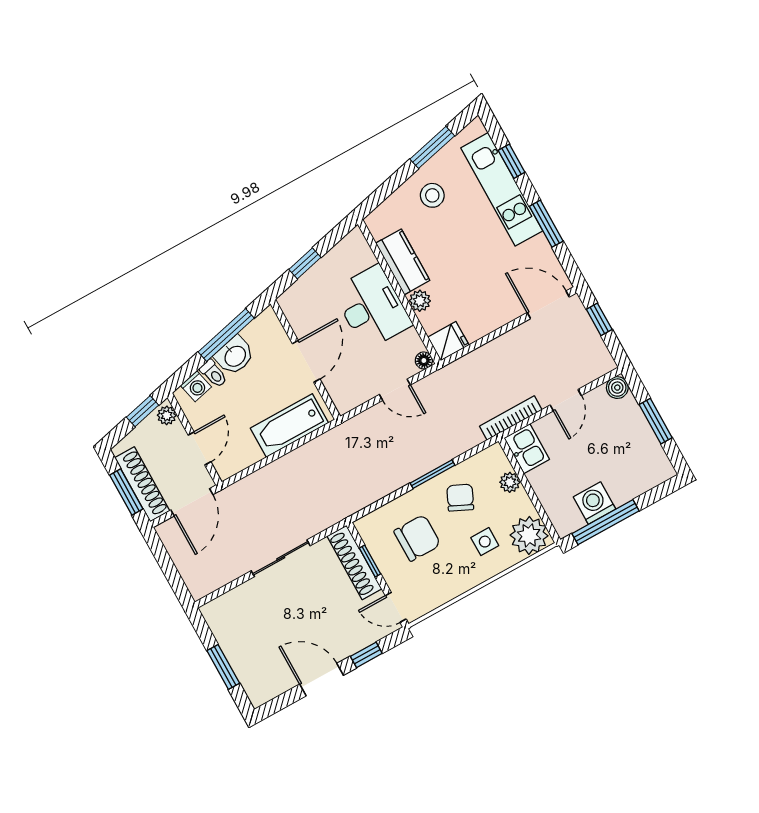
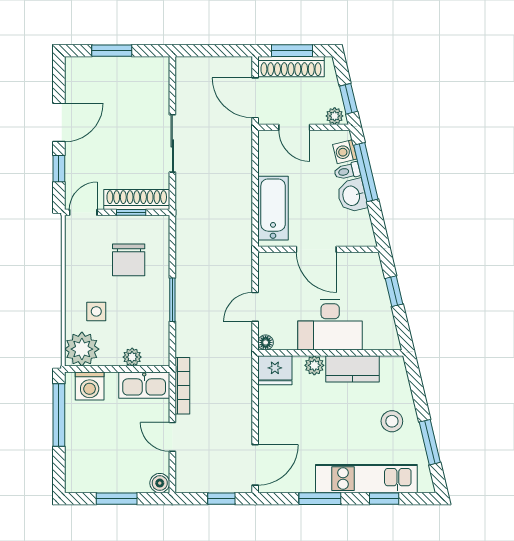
window: (226, 335) -> (366, 172), moved
fridge: (448, 341) -> (275, 370), width x1.38
kitchen sink: (527, 449) -> (144, 385), width x1.38
chair: (460, 498) -> (142, 311), removed
washing machine: (594, 503) -> (90, 386), moved, turned 90

